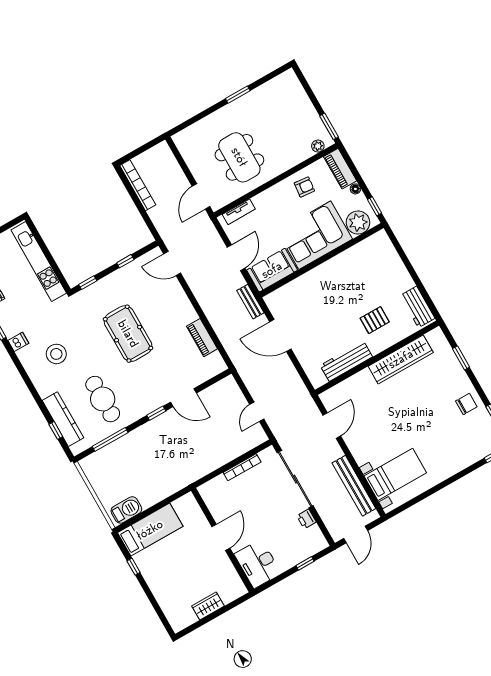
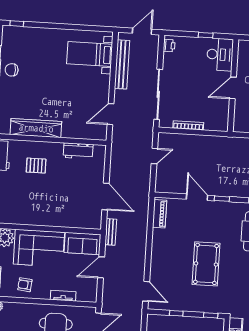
tv unit: (239, 212) -> (63, 296), moved
piano: (202, 338) -> (159, 214), moved
workbench: (346, 361) -> (78, 151), width x0.73
printer: (306, 519) -> (169, 46), moved
window: (305, 563) -> (206, 35), moved

